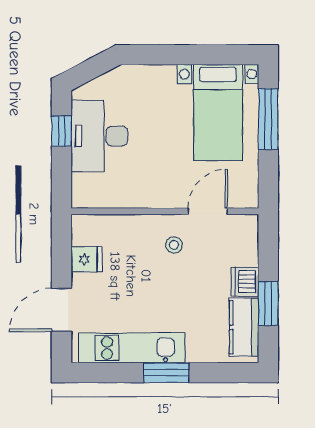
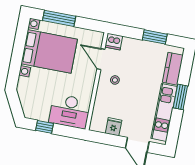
bed with nightstands: (218, 113) -> (49, 51), width x1.36
desk: (99, 136) -> (70, 111), moved
dishwasher: (245, 282) -> (114, 42), moved
kitchen counter: (244, 327) -> (173, 69), moved, turned 90

